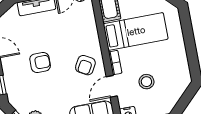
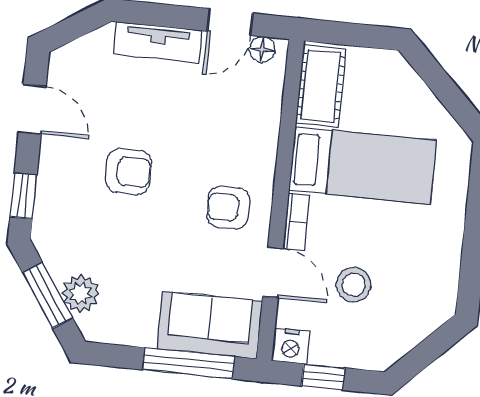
armchair: (85, 65) -> (228, 208), turned 61
door: (112, 86) -> (273, 272), swing flipped

